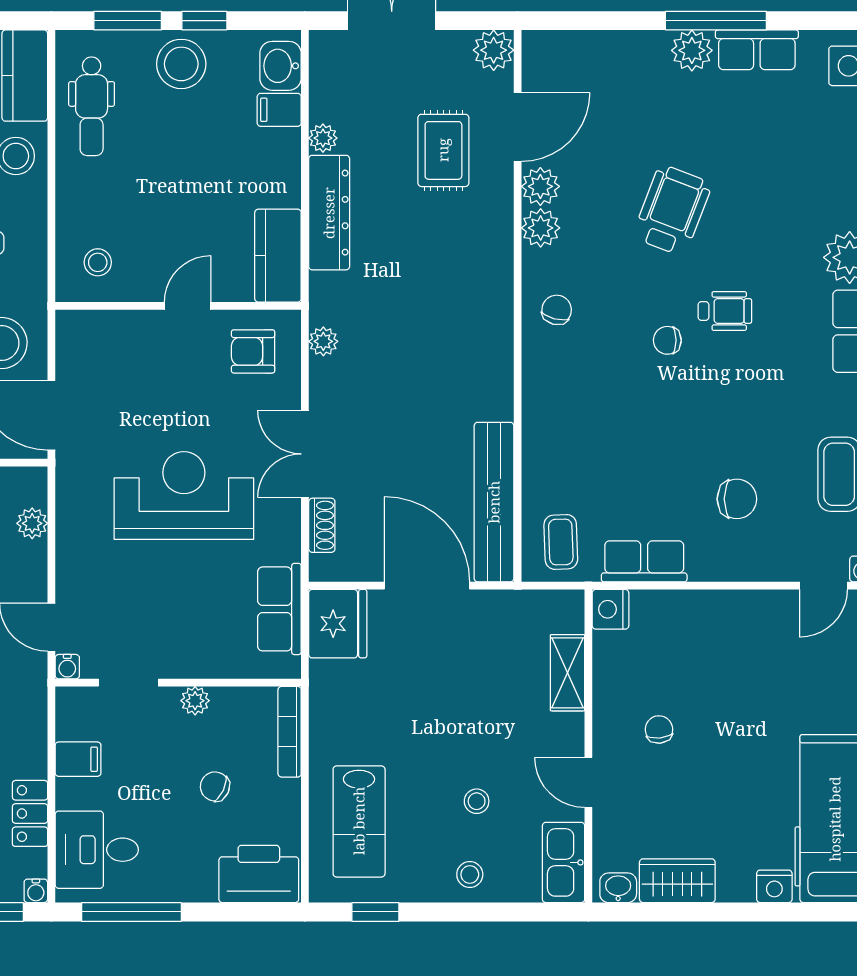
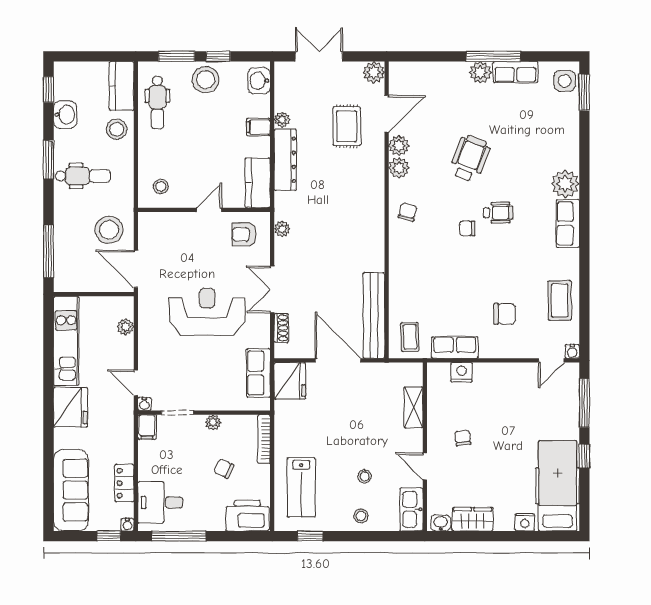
filing cabinet: (279, 110) -> (258, 127), moved
nightstand: (610, 609) -> (462, 372), moved, turned 90
filing cabinet: (78, 759) -> (147, 427), moved, turned 90

